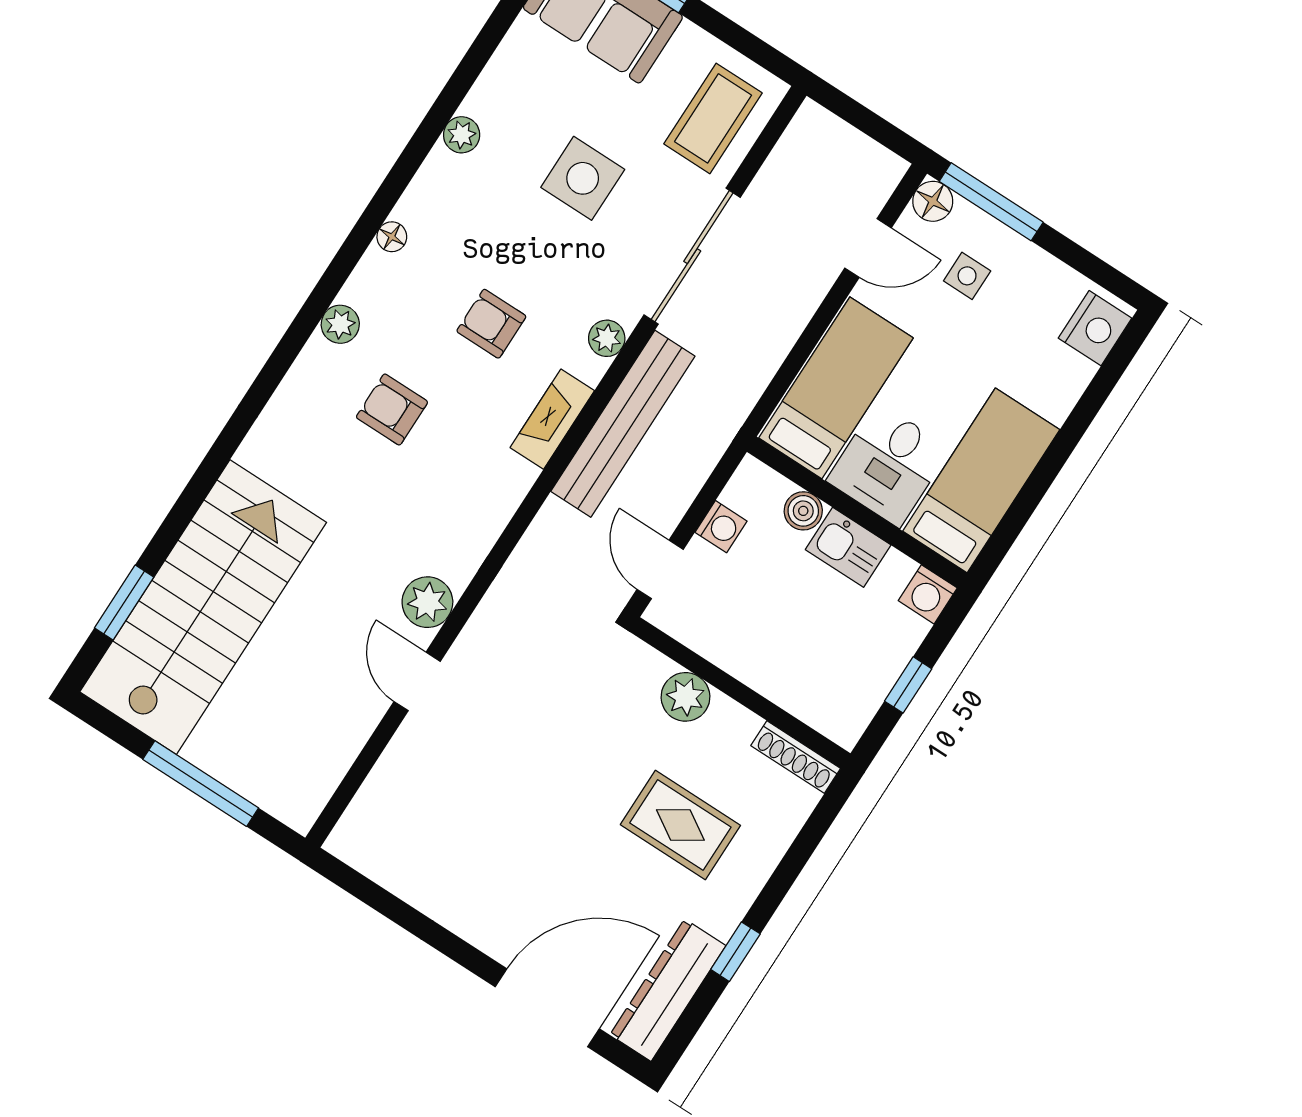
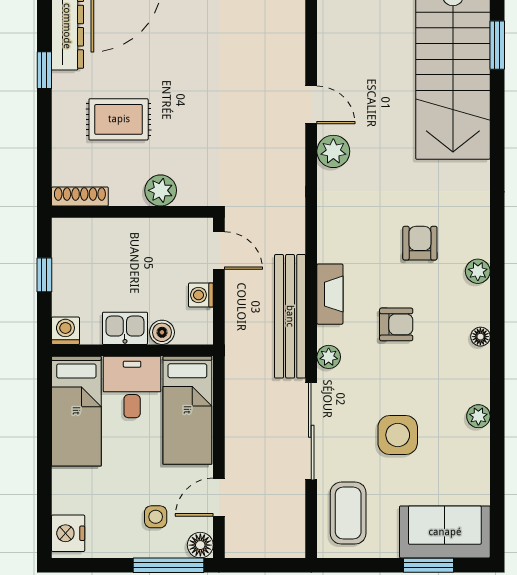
armchair: (392, 410) -> (420, 243), turned -90

